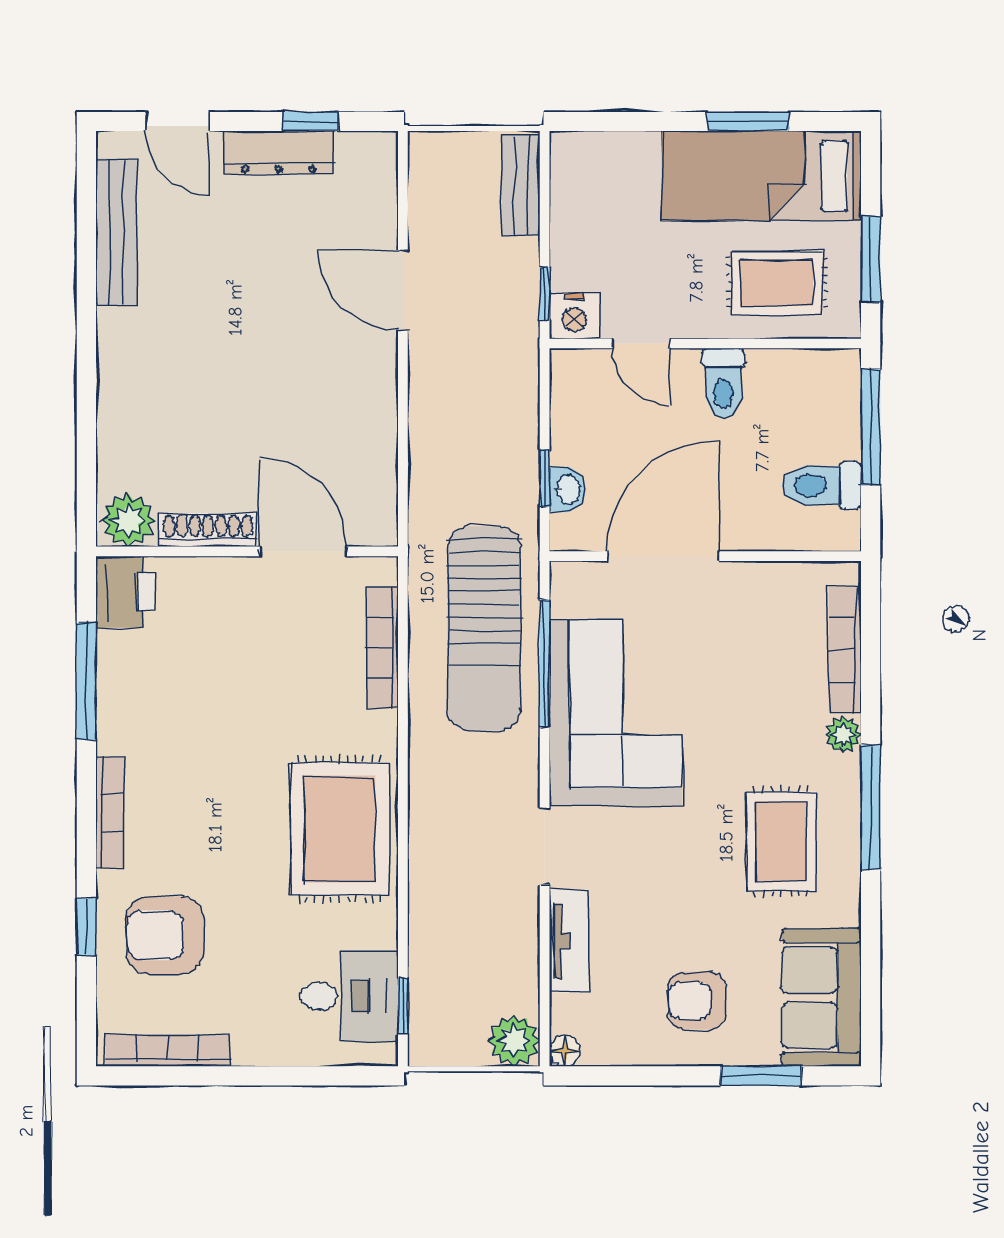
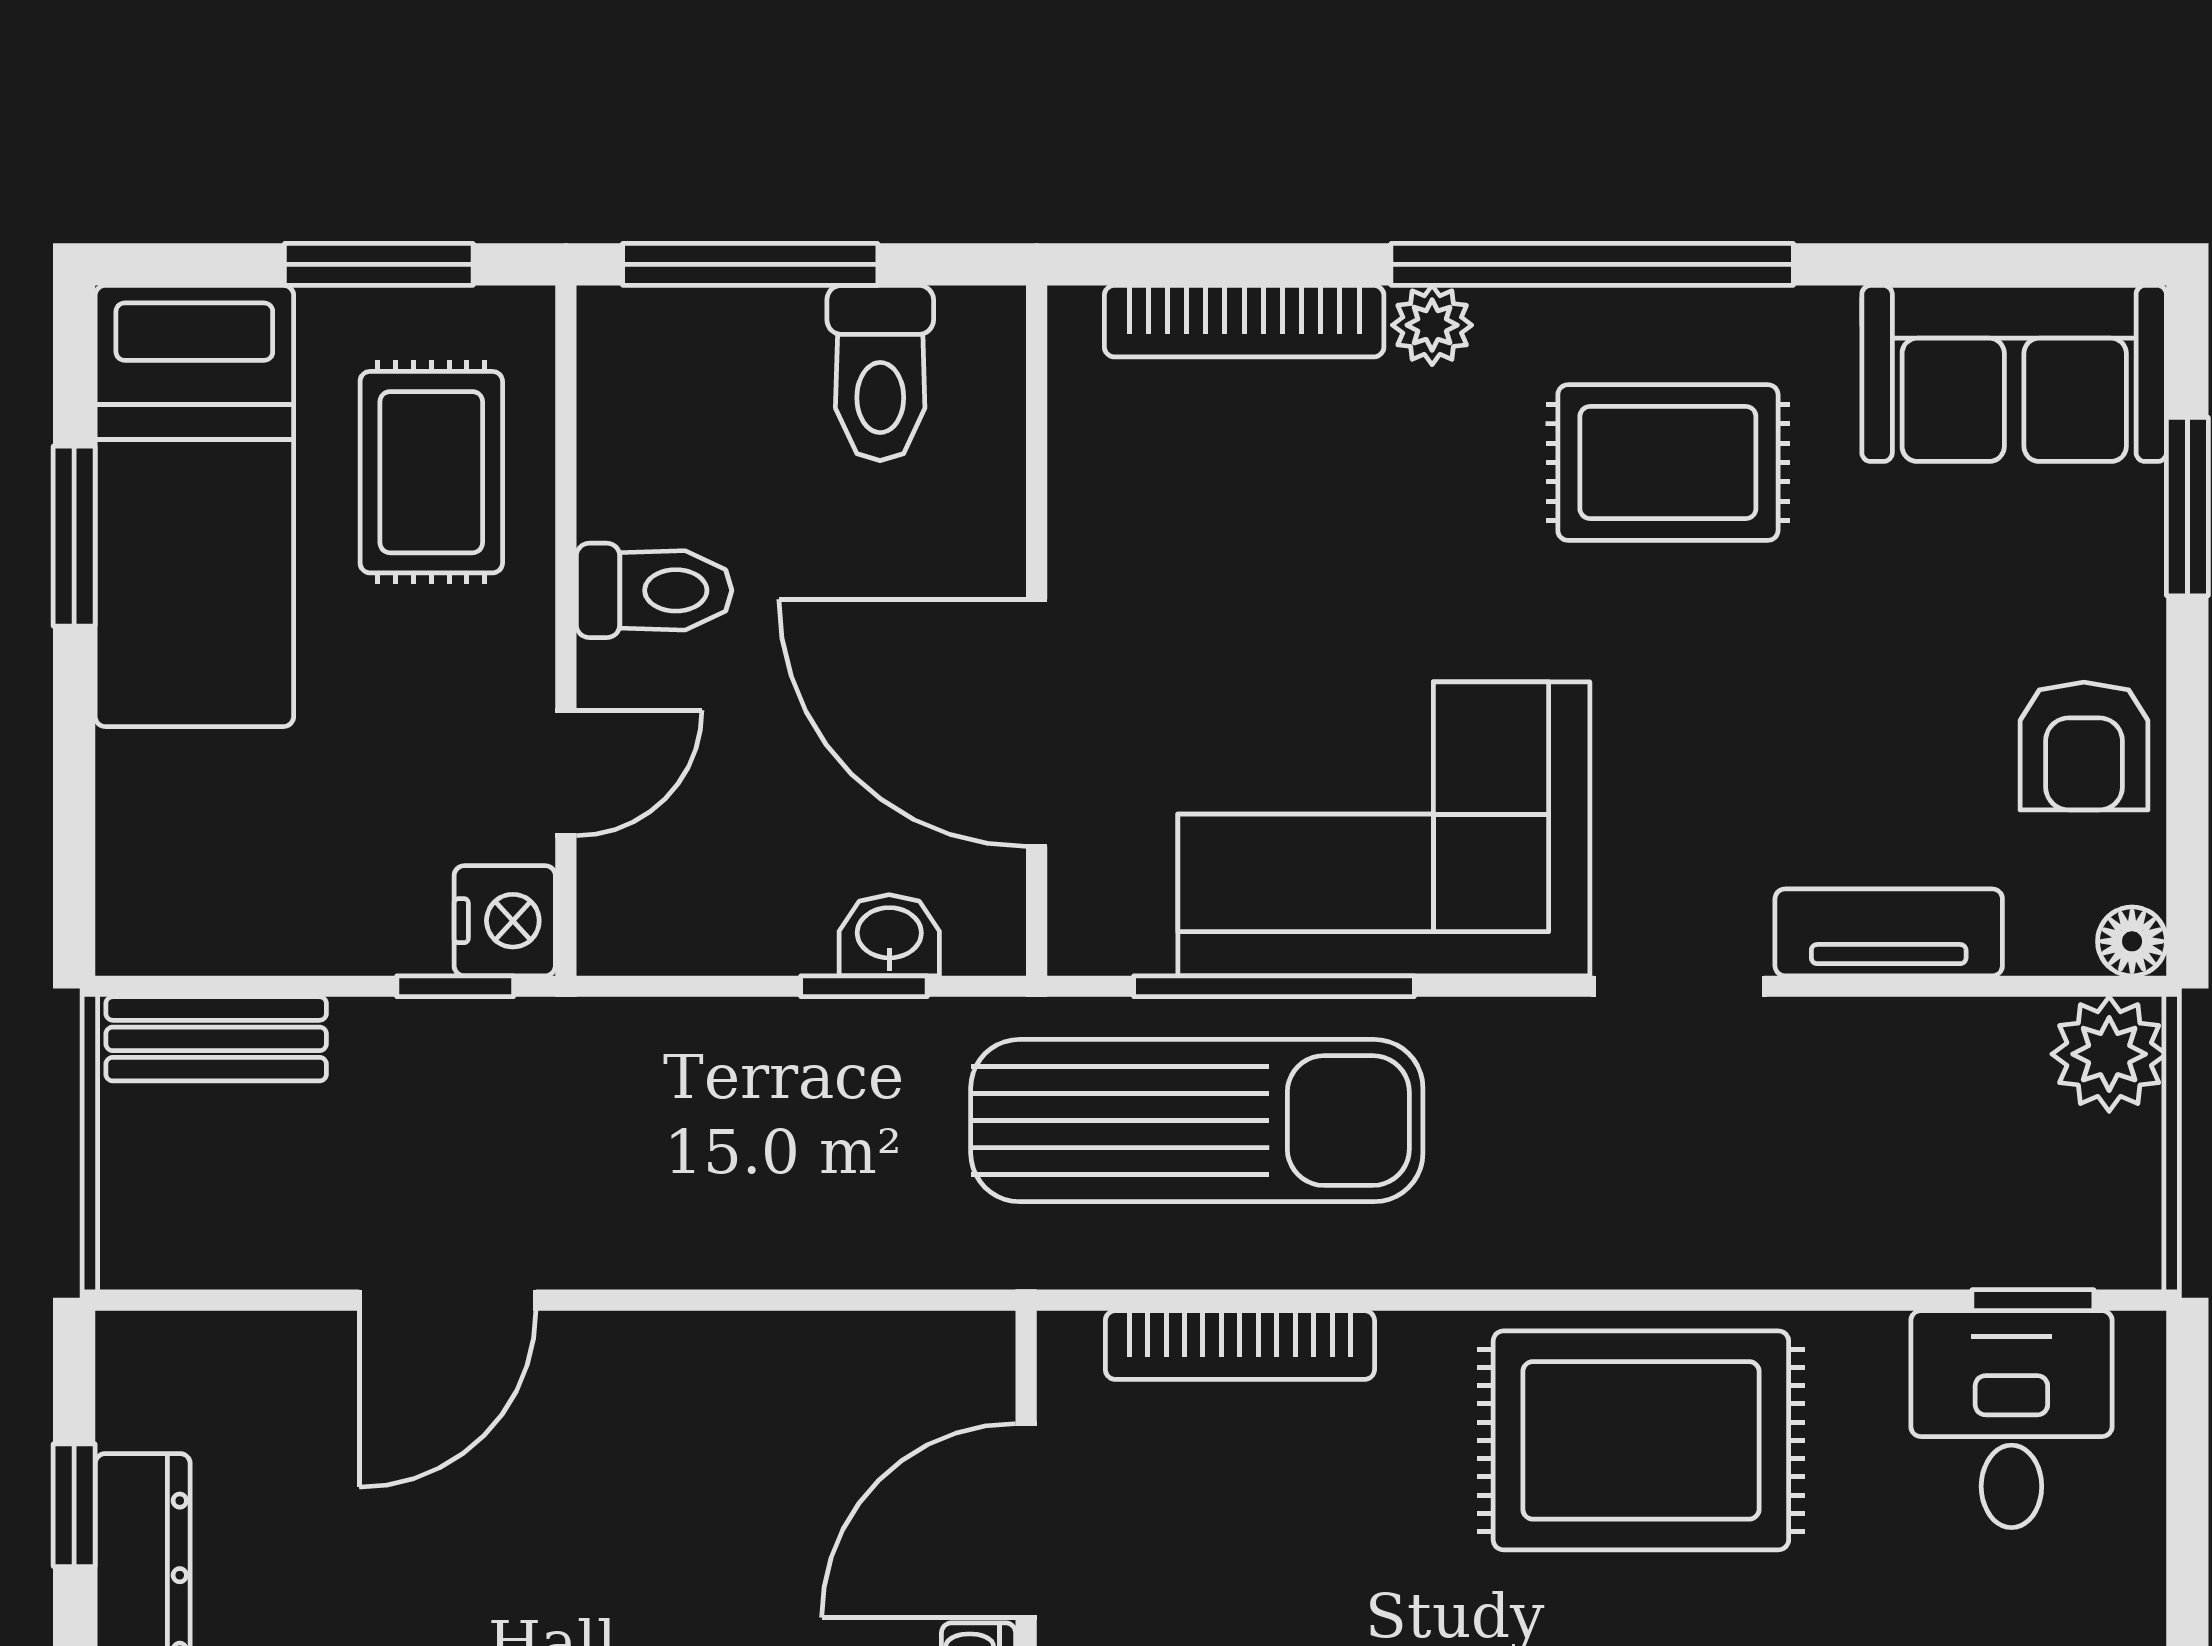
window: (871, 807) -> (1592, 264), width x1.46
armchair: (697, 1001) -> (2084, 746), moved

